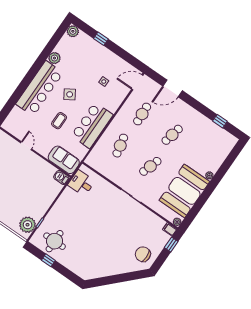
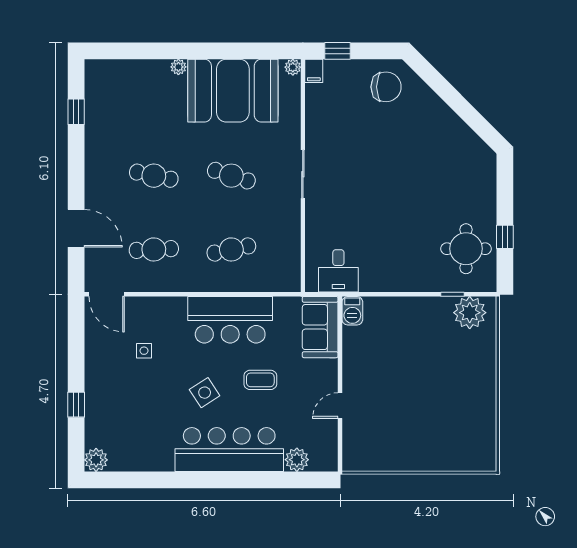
plant: (54, 58) -> (297, 460), moved
chair: (143, 254) -> (386, 87), turned -90

